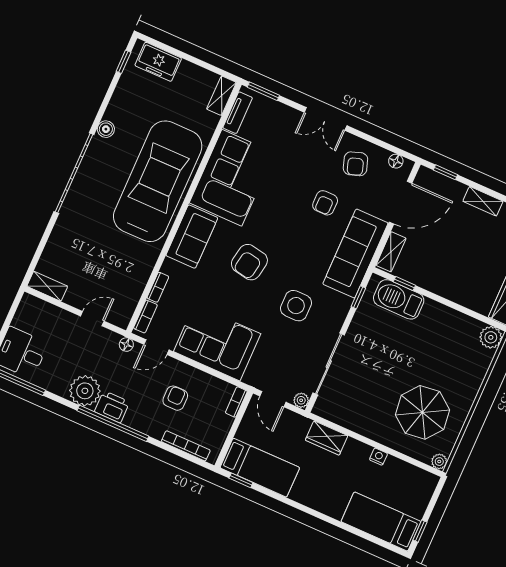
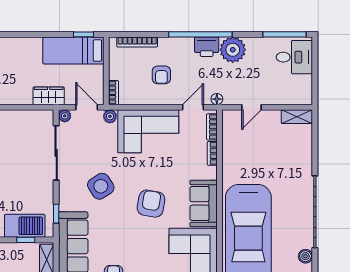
side table: (296, 306) -> (101, 186), turned -33
plant: (252, 378) -> (110, 116), added
wardrobe: (327, 438) -> (49, 96), moved

